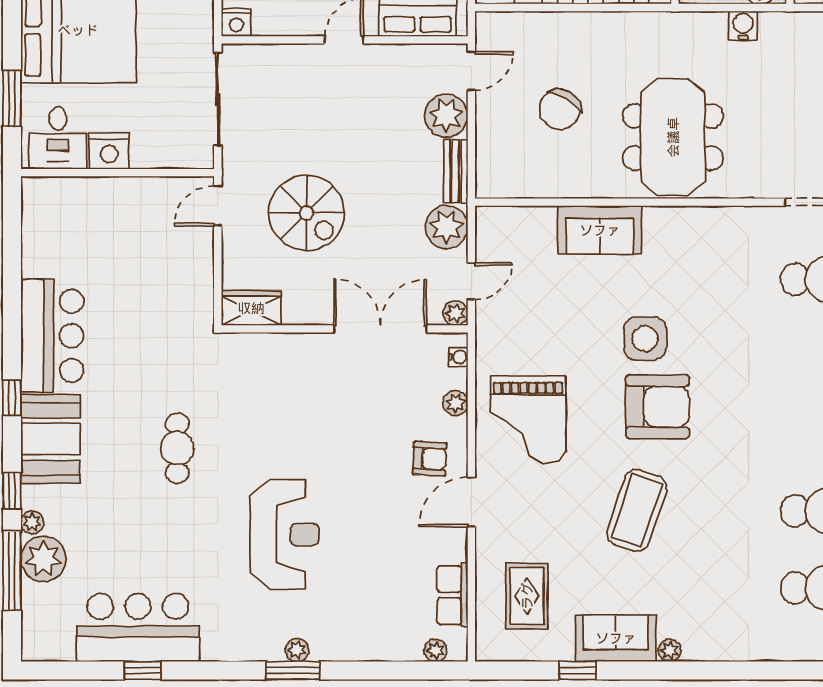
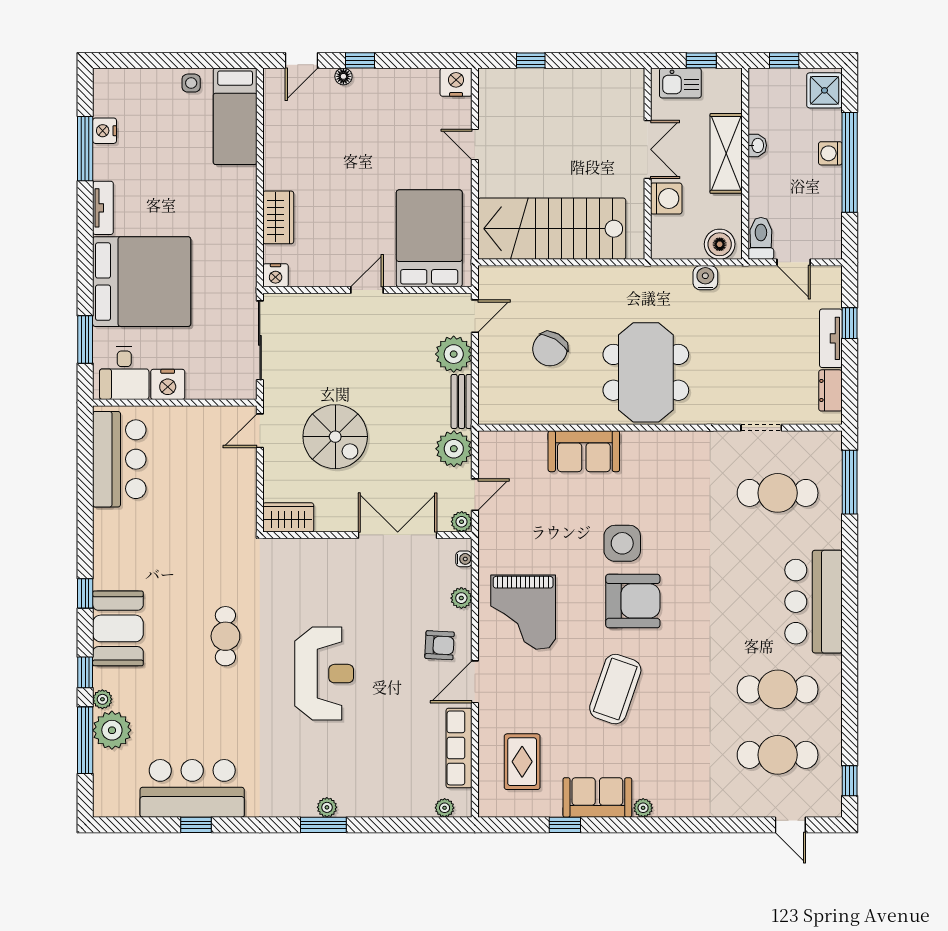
bar counter: (52, 336) -> (119, 459), moved
reception desk: (285, 534) -> (324, 674), moved
row of seats: (453, 595) -> (459, 748), width x1.48

